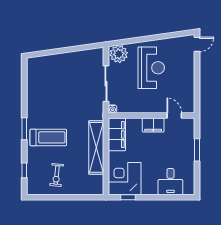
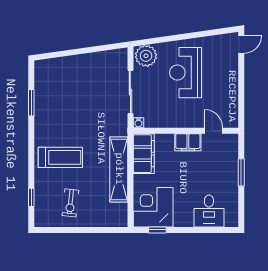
reception desk: (151, 68) -> (186, 73), turned 180
window: (24, 129) -> (31, 103), moved

